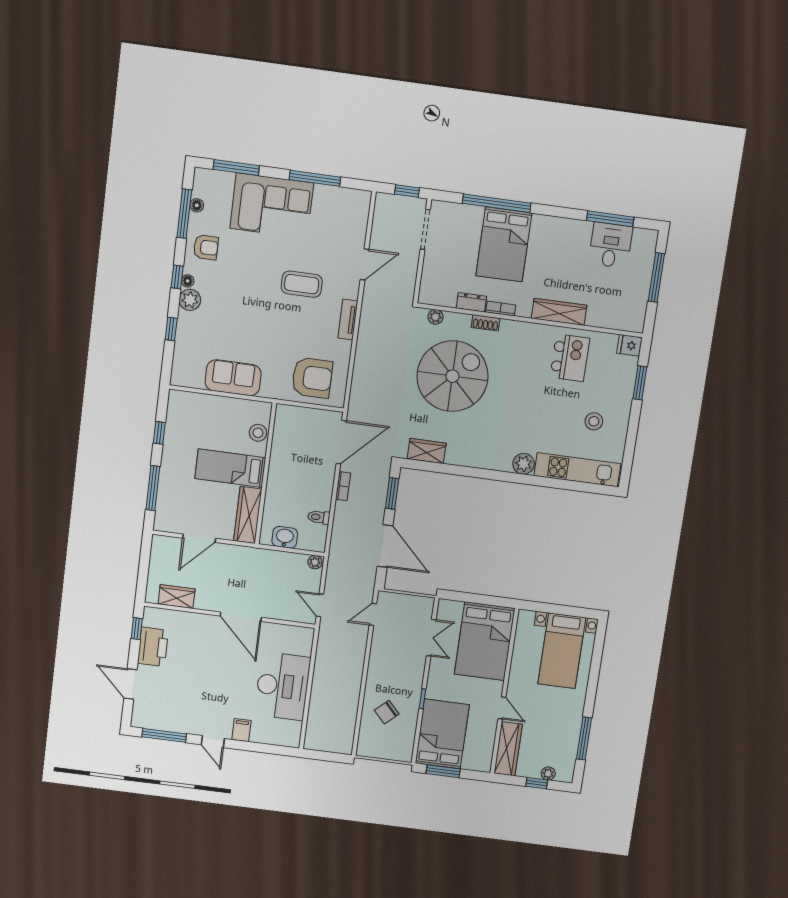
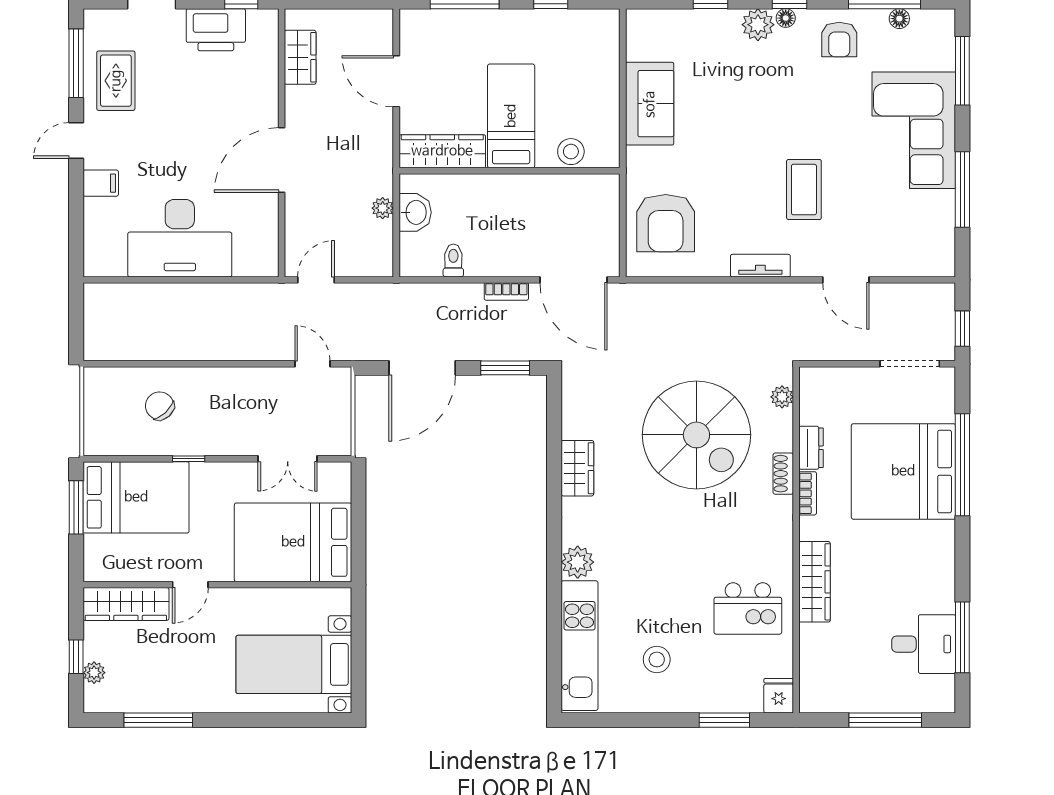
bed: (504, 244) -> (903, 471), width x1.36
wardrobe: (427, 451) -> (577, 468), moved
plant: (315, 562) -> (383, 208), moved
rug: (178, 712) -> (116, 81), added

